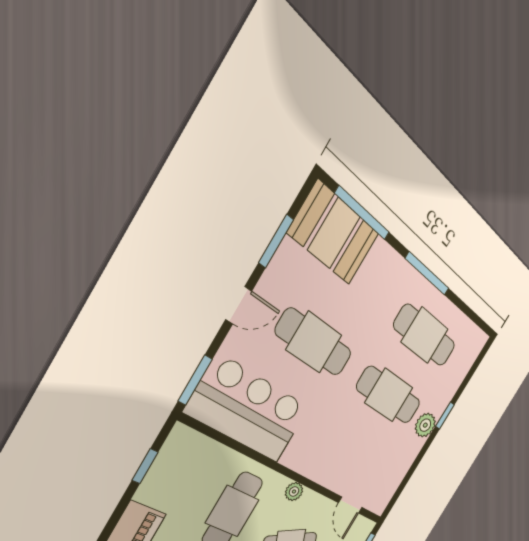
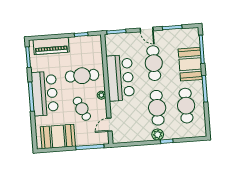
booth: (334, 233) -> (190, 64), moved
bar counter: (249, 410) -> (120, 78), moved

